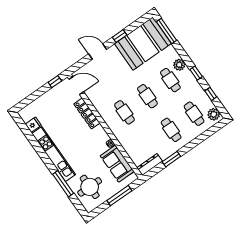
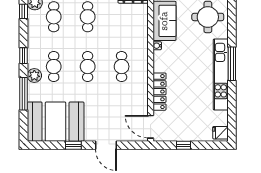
window: (166, 31) -> (23, 94), moved
window: (55, 82) -> (184, 145), moved
window: (211, 94) -> (23, 11), moved
fridge: (33, 125) -> (220, 133), moved
window: (63, 184) -> (232, 64), moved

